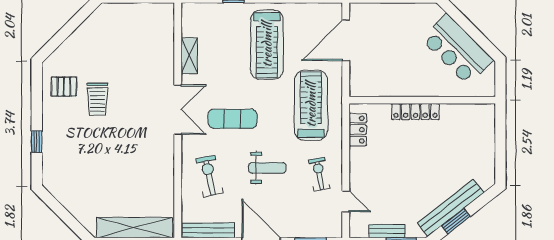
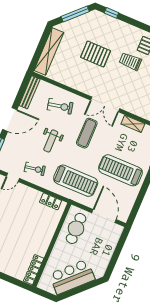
cafe table: (382, 74) -> (76, 228), added
locker: (415, 112) -> (34, 270), moved
window: (37, 142) -> (111, 13), moved
pallet: (109, 156) -> (96, 54), added
window: (61, 212) -> (75, 14), added

